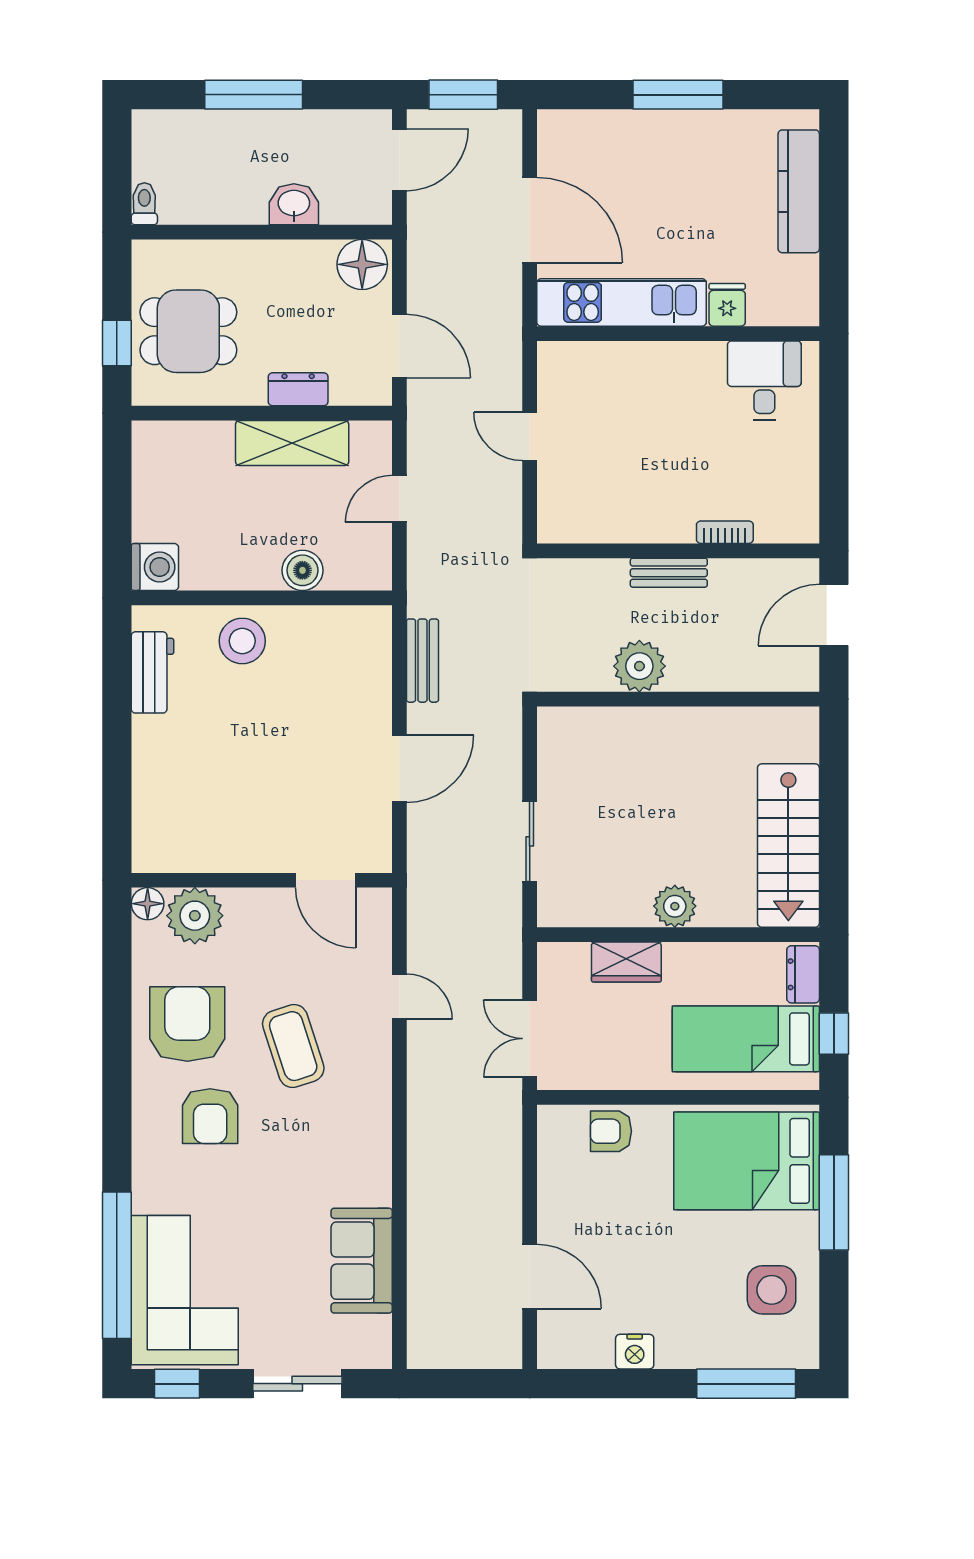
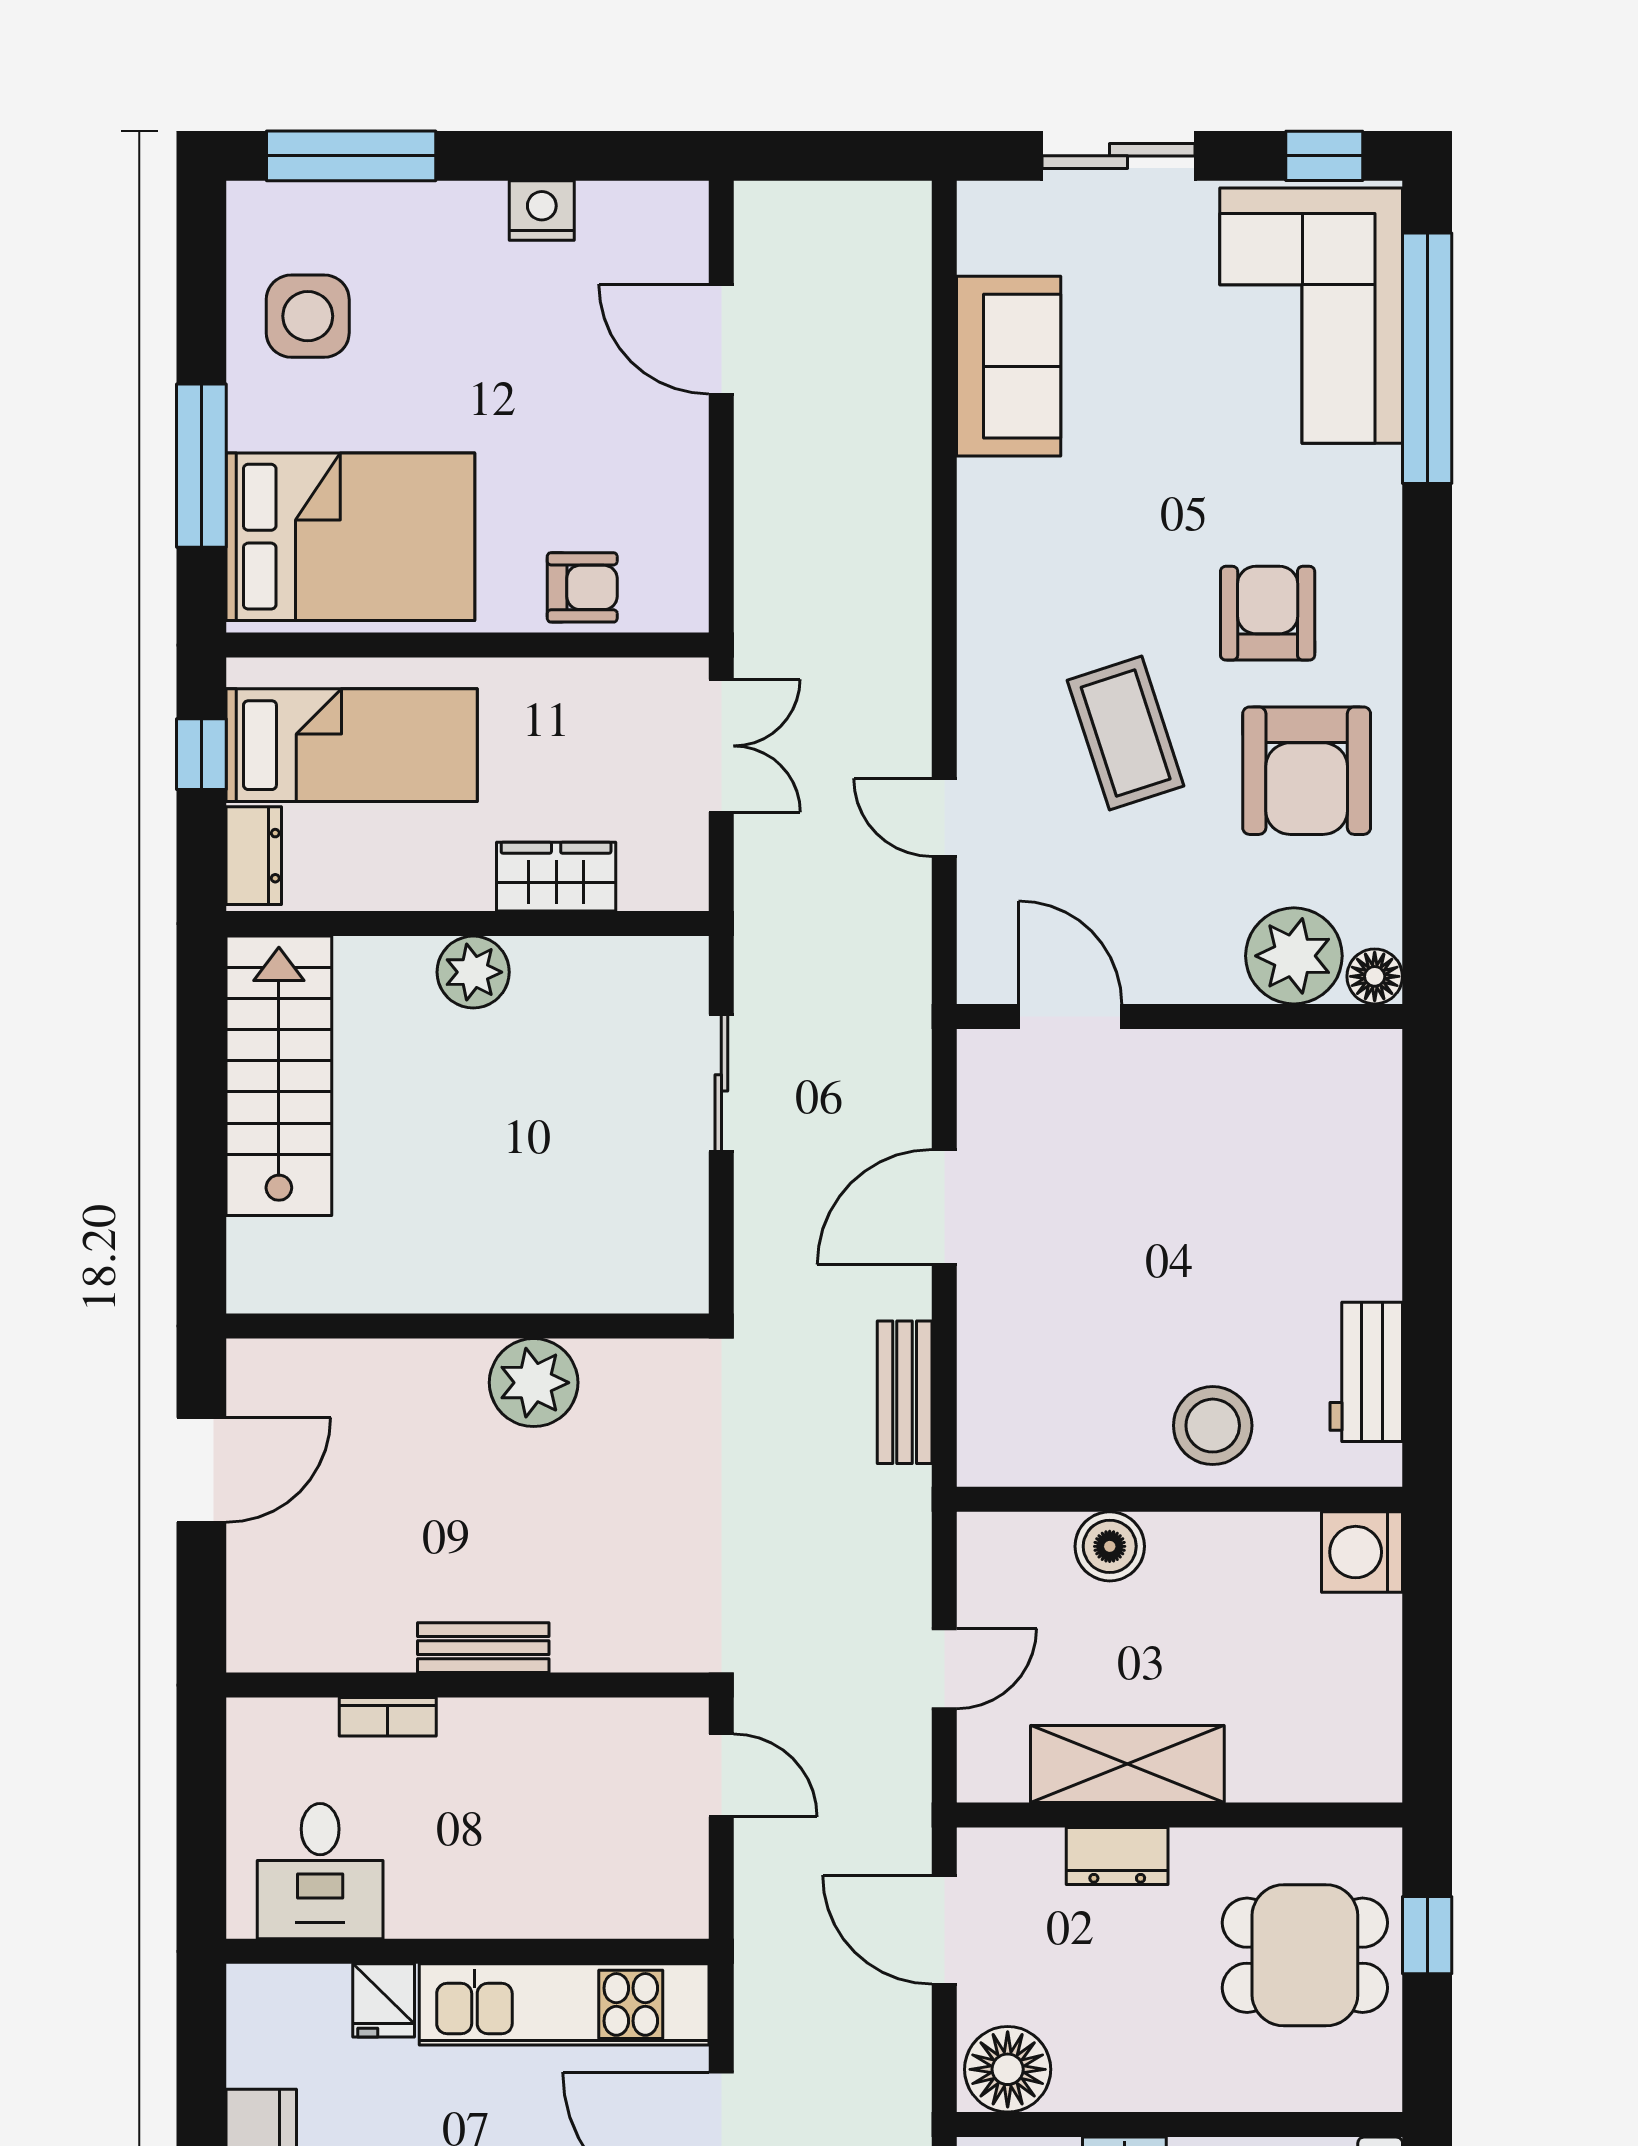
bookcase: (725, 532) -> (388, 1717), moved
wall: (678, 551) -> (468, 1685), moved
bench: (669, 573) -> (483, 1648), moved

